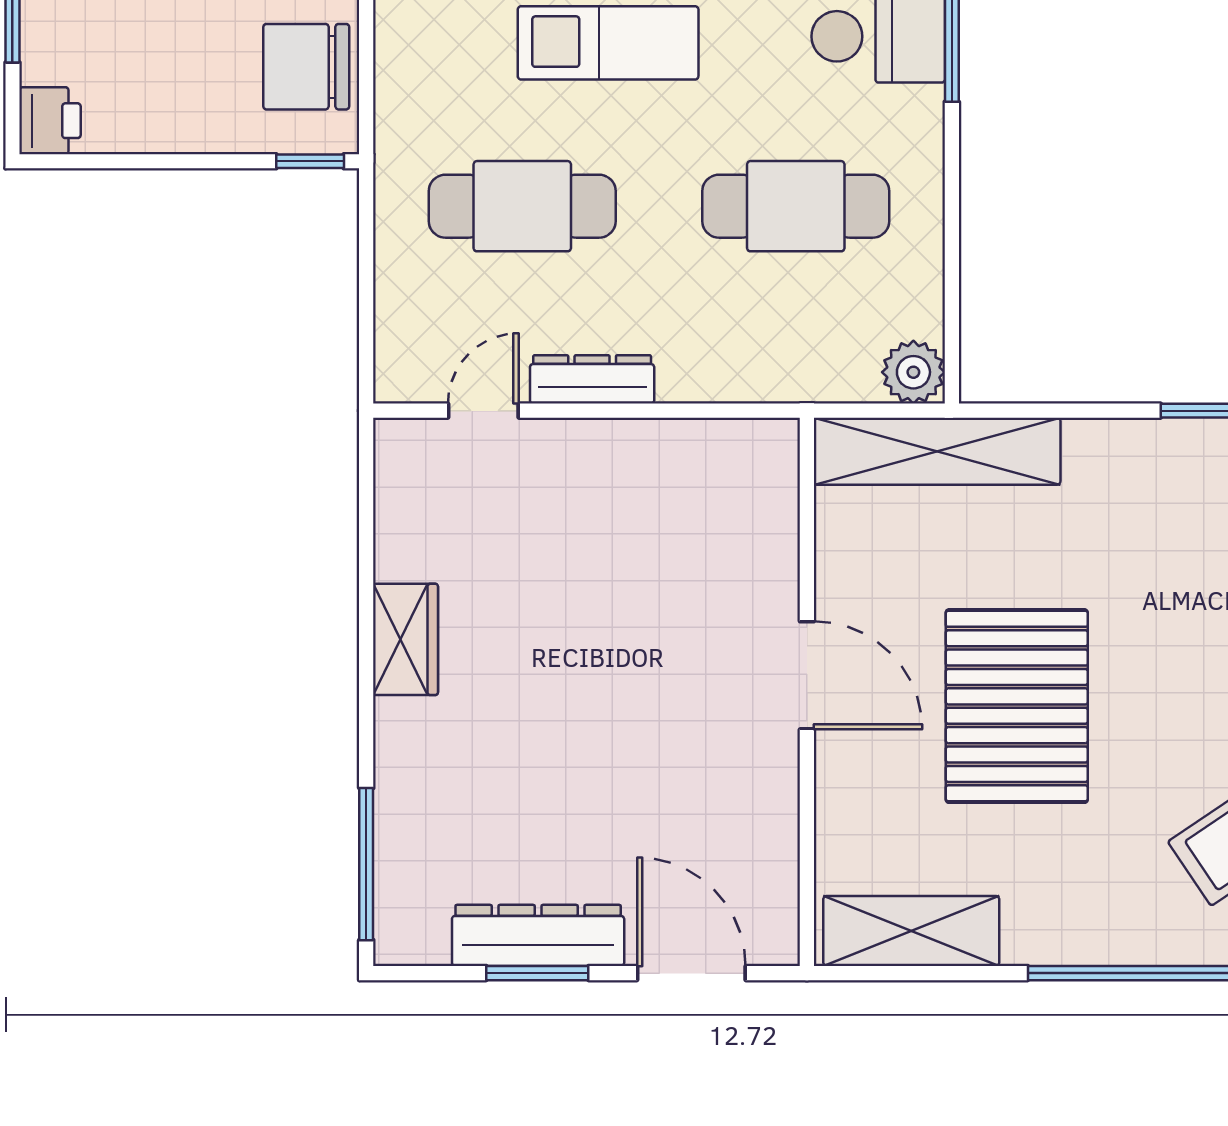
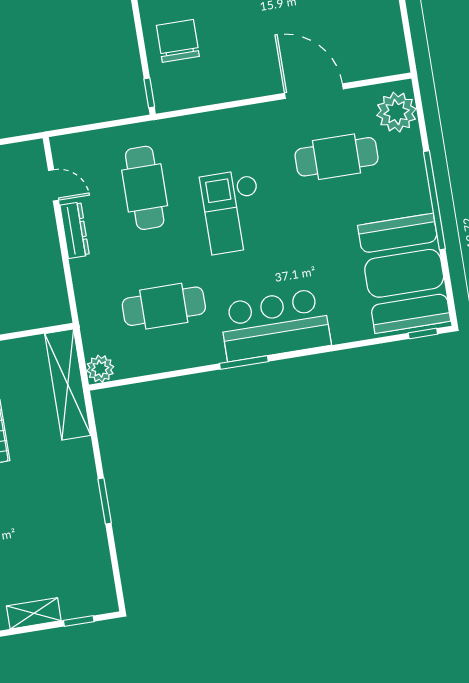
chair: (306, 67) -> (178, 41), moved
cafe table: (796, 206) -> (164, 306), turned 90

